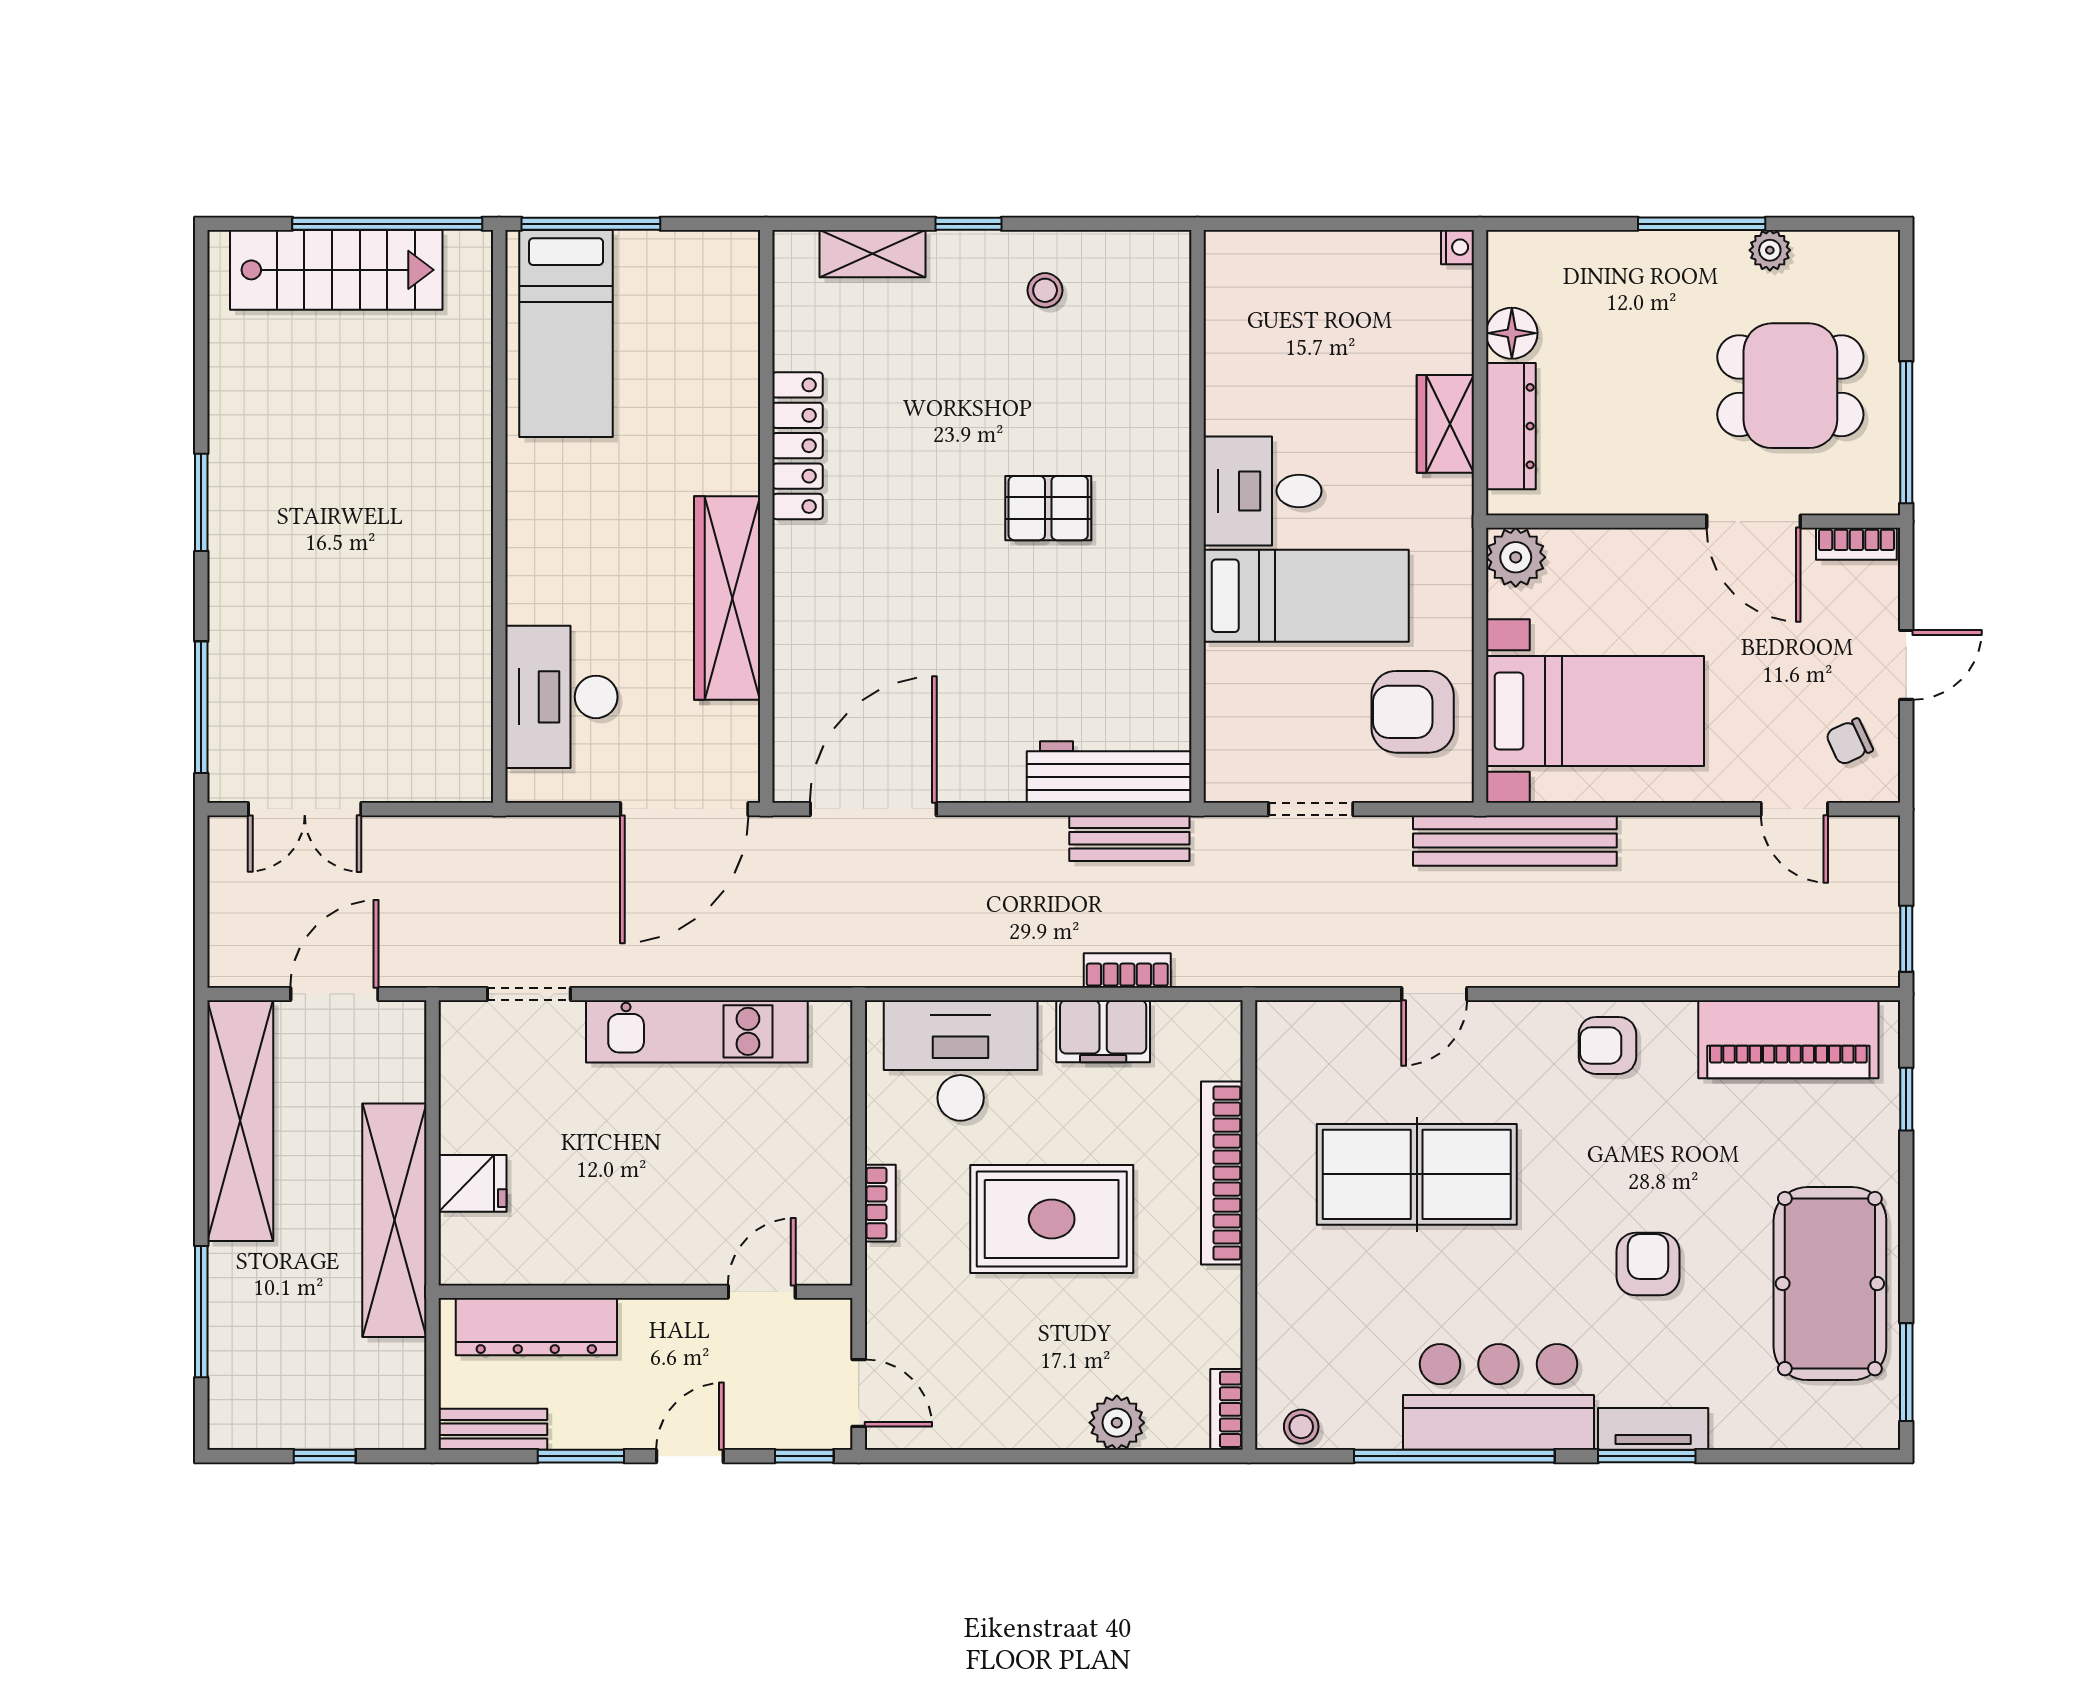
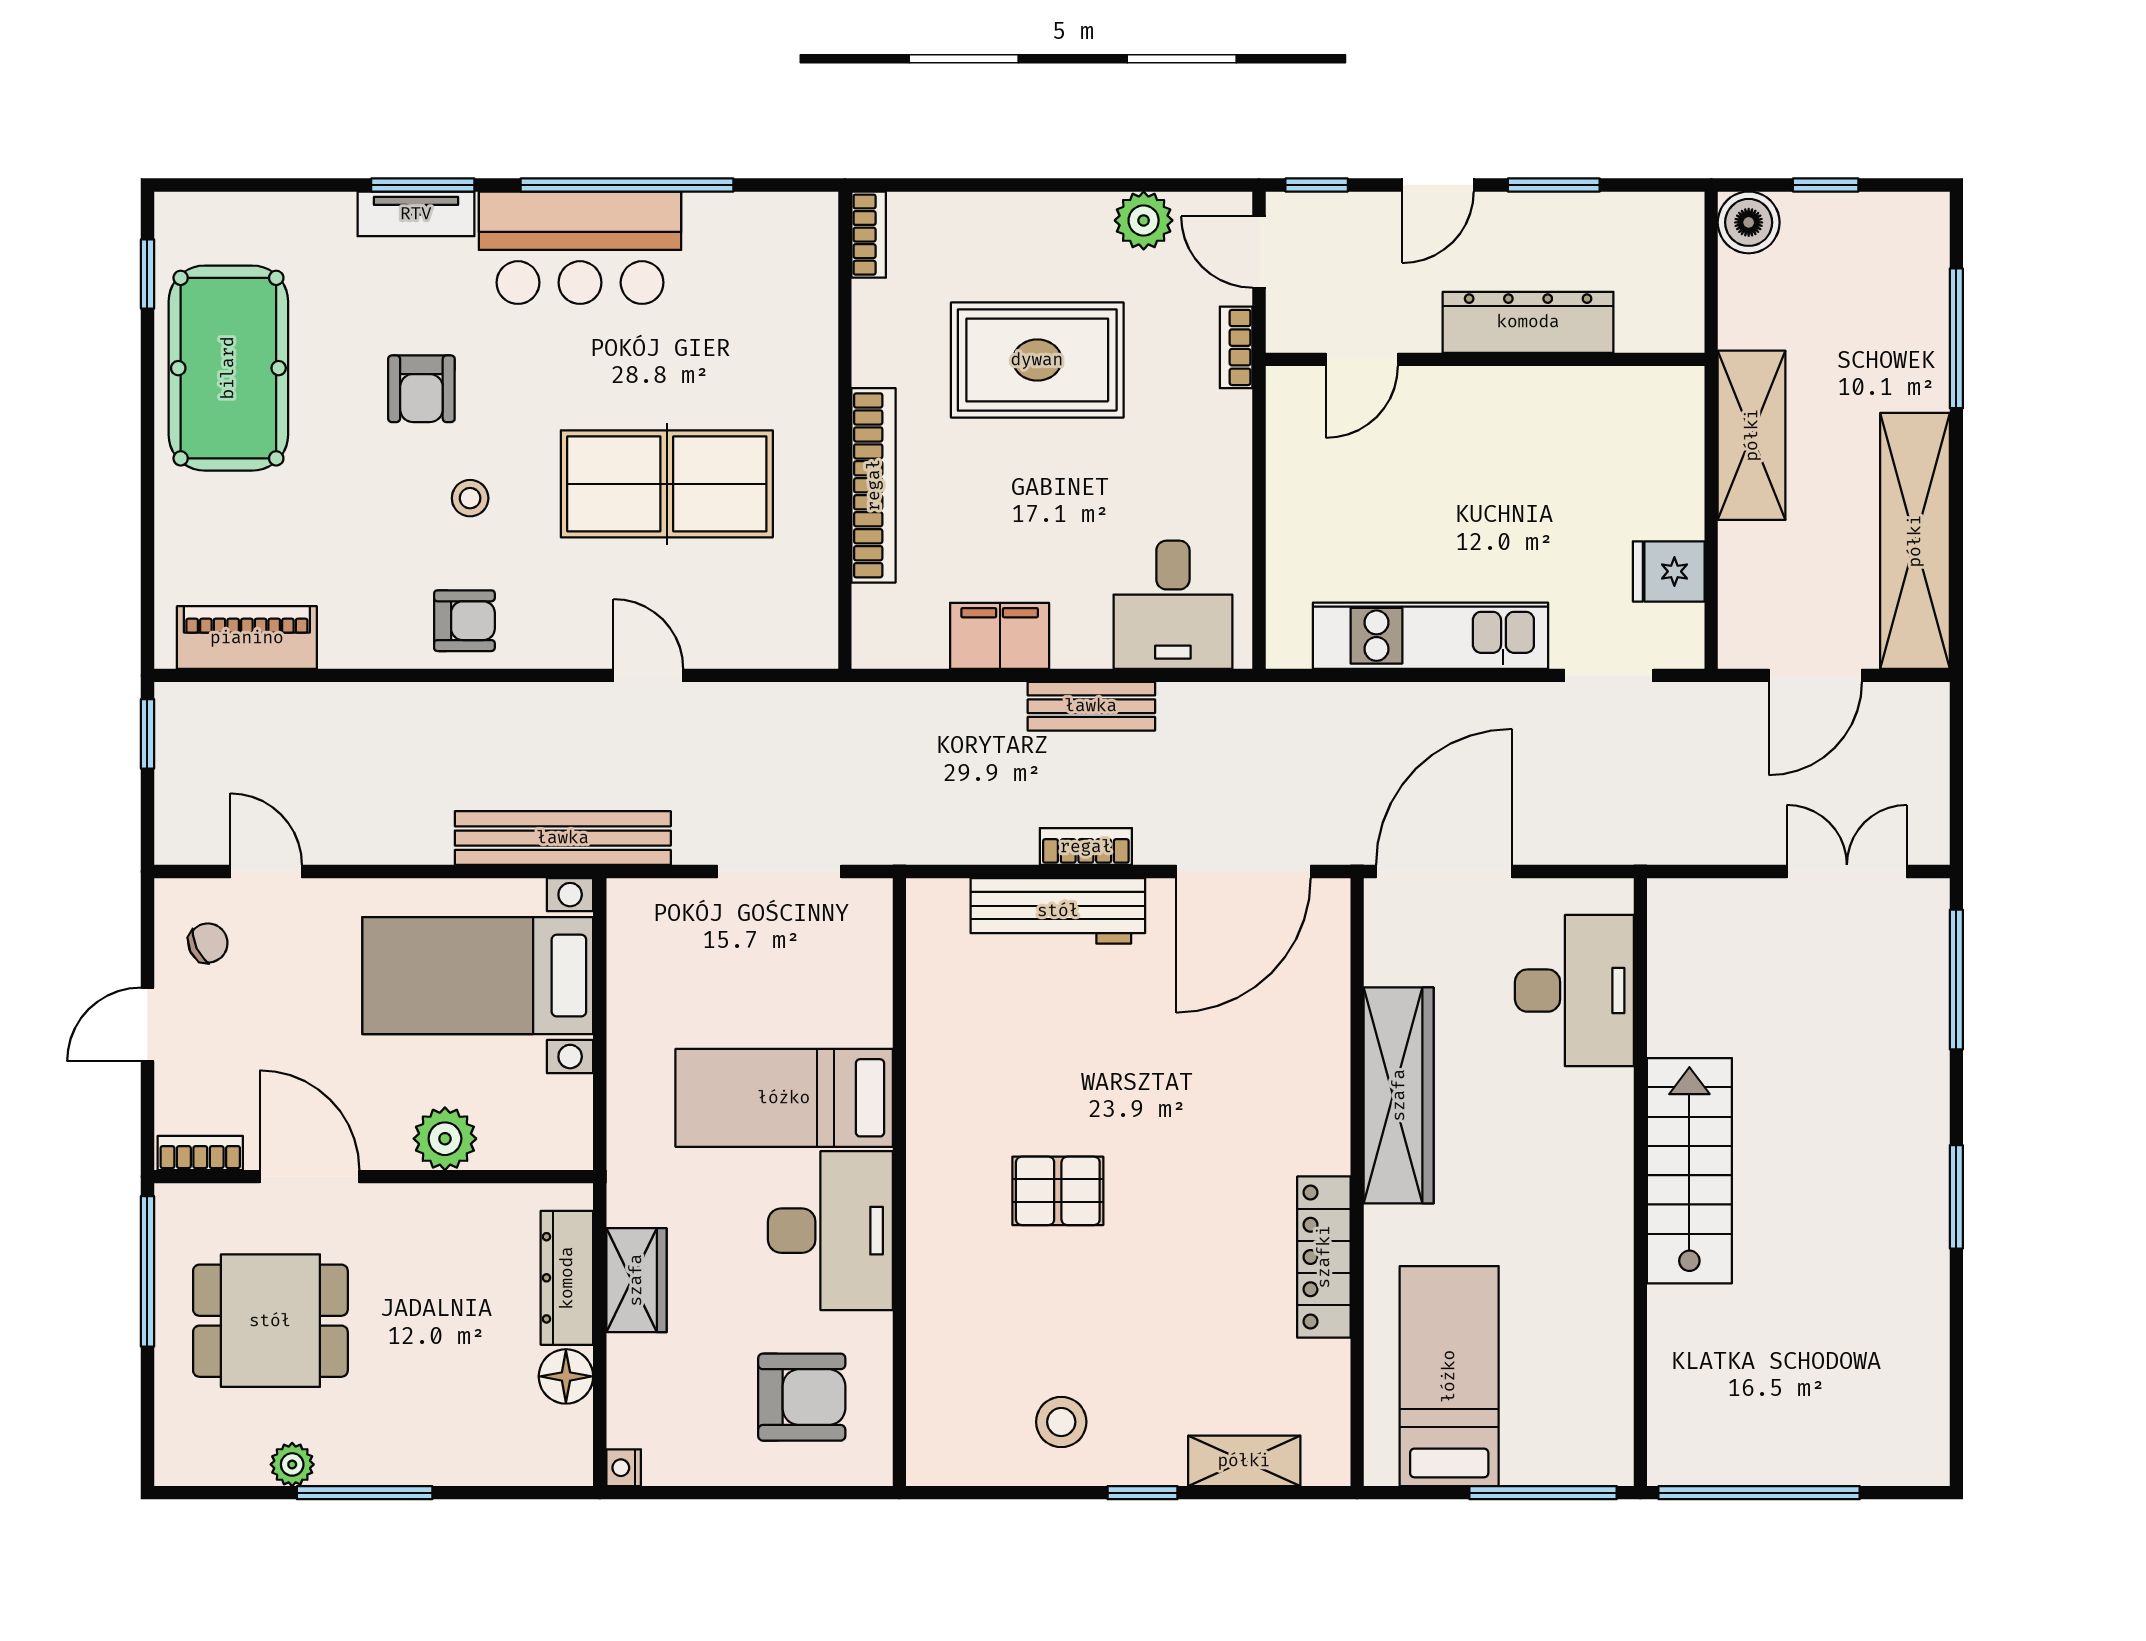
stairs: (336, 270) -> (1689, 1171), moved, turned 90
stool: (1045, 290) -> (1061, 1422), width x1.37, depth x1.37
bed: (566, 334) -> (1449, 1376), moved
desk: (1263, 491) -> (830, 1231), width x1.37
plant: (1516, 557) -> (445, 1139), moved
armchair: (1413, 712) -> (802, 1397), moved
workbench: (1109, 772) -> (1058, 911), moved
doorway: (1311, 809) -> (779, 871), width x1.38
bench: (1129, 838) -> (1091, 706), moved
bookcase: (1127, 970) -> (1086, 847), moved, turned 180
door: (1434, 994) -> (648, 675), hinge flipped
piano: (1788, 1039) -> (247, 638), width x0.73, depth x0.75
desk: (961, 1060) -> (1173, 605), width x0.73
window: (1906, 1099) -> (147, 564), removed
fridge: (472, 1183) -> (1669, 571), moved
bookcase: (880, 1203) -> (1236, 347), moved
rug: (1052, 1219) -> (1037, 360), moved
shelving: (394, 1220) -> (1752, 435), width x0.68
dresser: (536, 1327) -> (1528, 322), moved
window: (1906, 1372) -> (147, 274), width x0.67
boiler: (397, 1421) -> (1749, 222), added
plant: (1117, 1423) -> (1144, 220), moved
stool: (1301, 1427) -> (470, 498), moved
bench: (493, 1429) -> (1647, 213), removed

